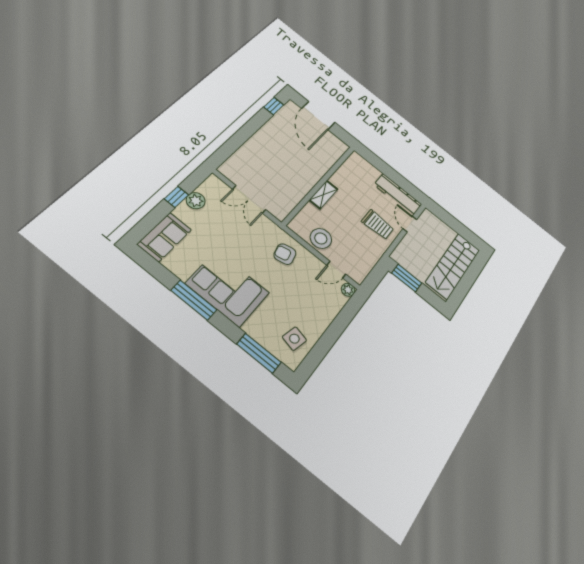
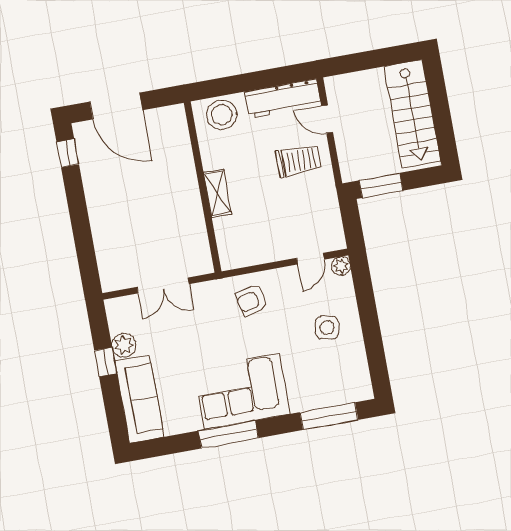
sofa: (164, 237) -> (139, 399), width x1.36
stool: (321, 238) -> (222, 115), moved
side table: (294, 339) -> (327, 328), moved

